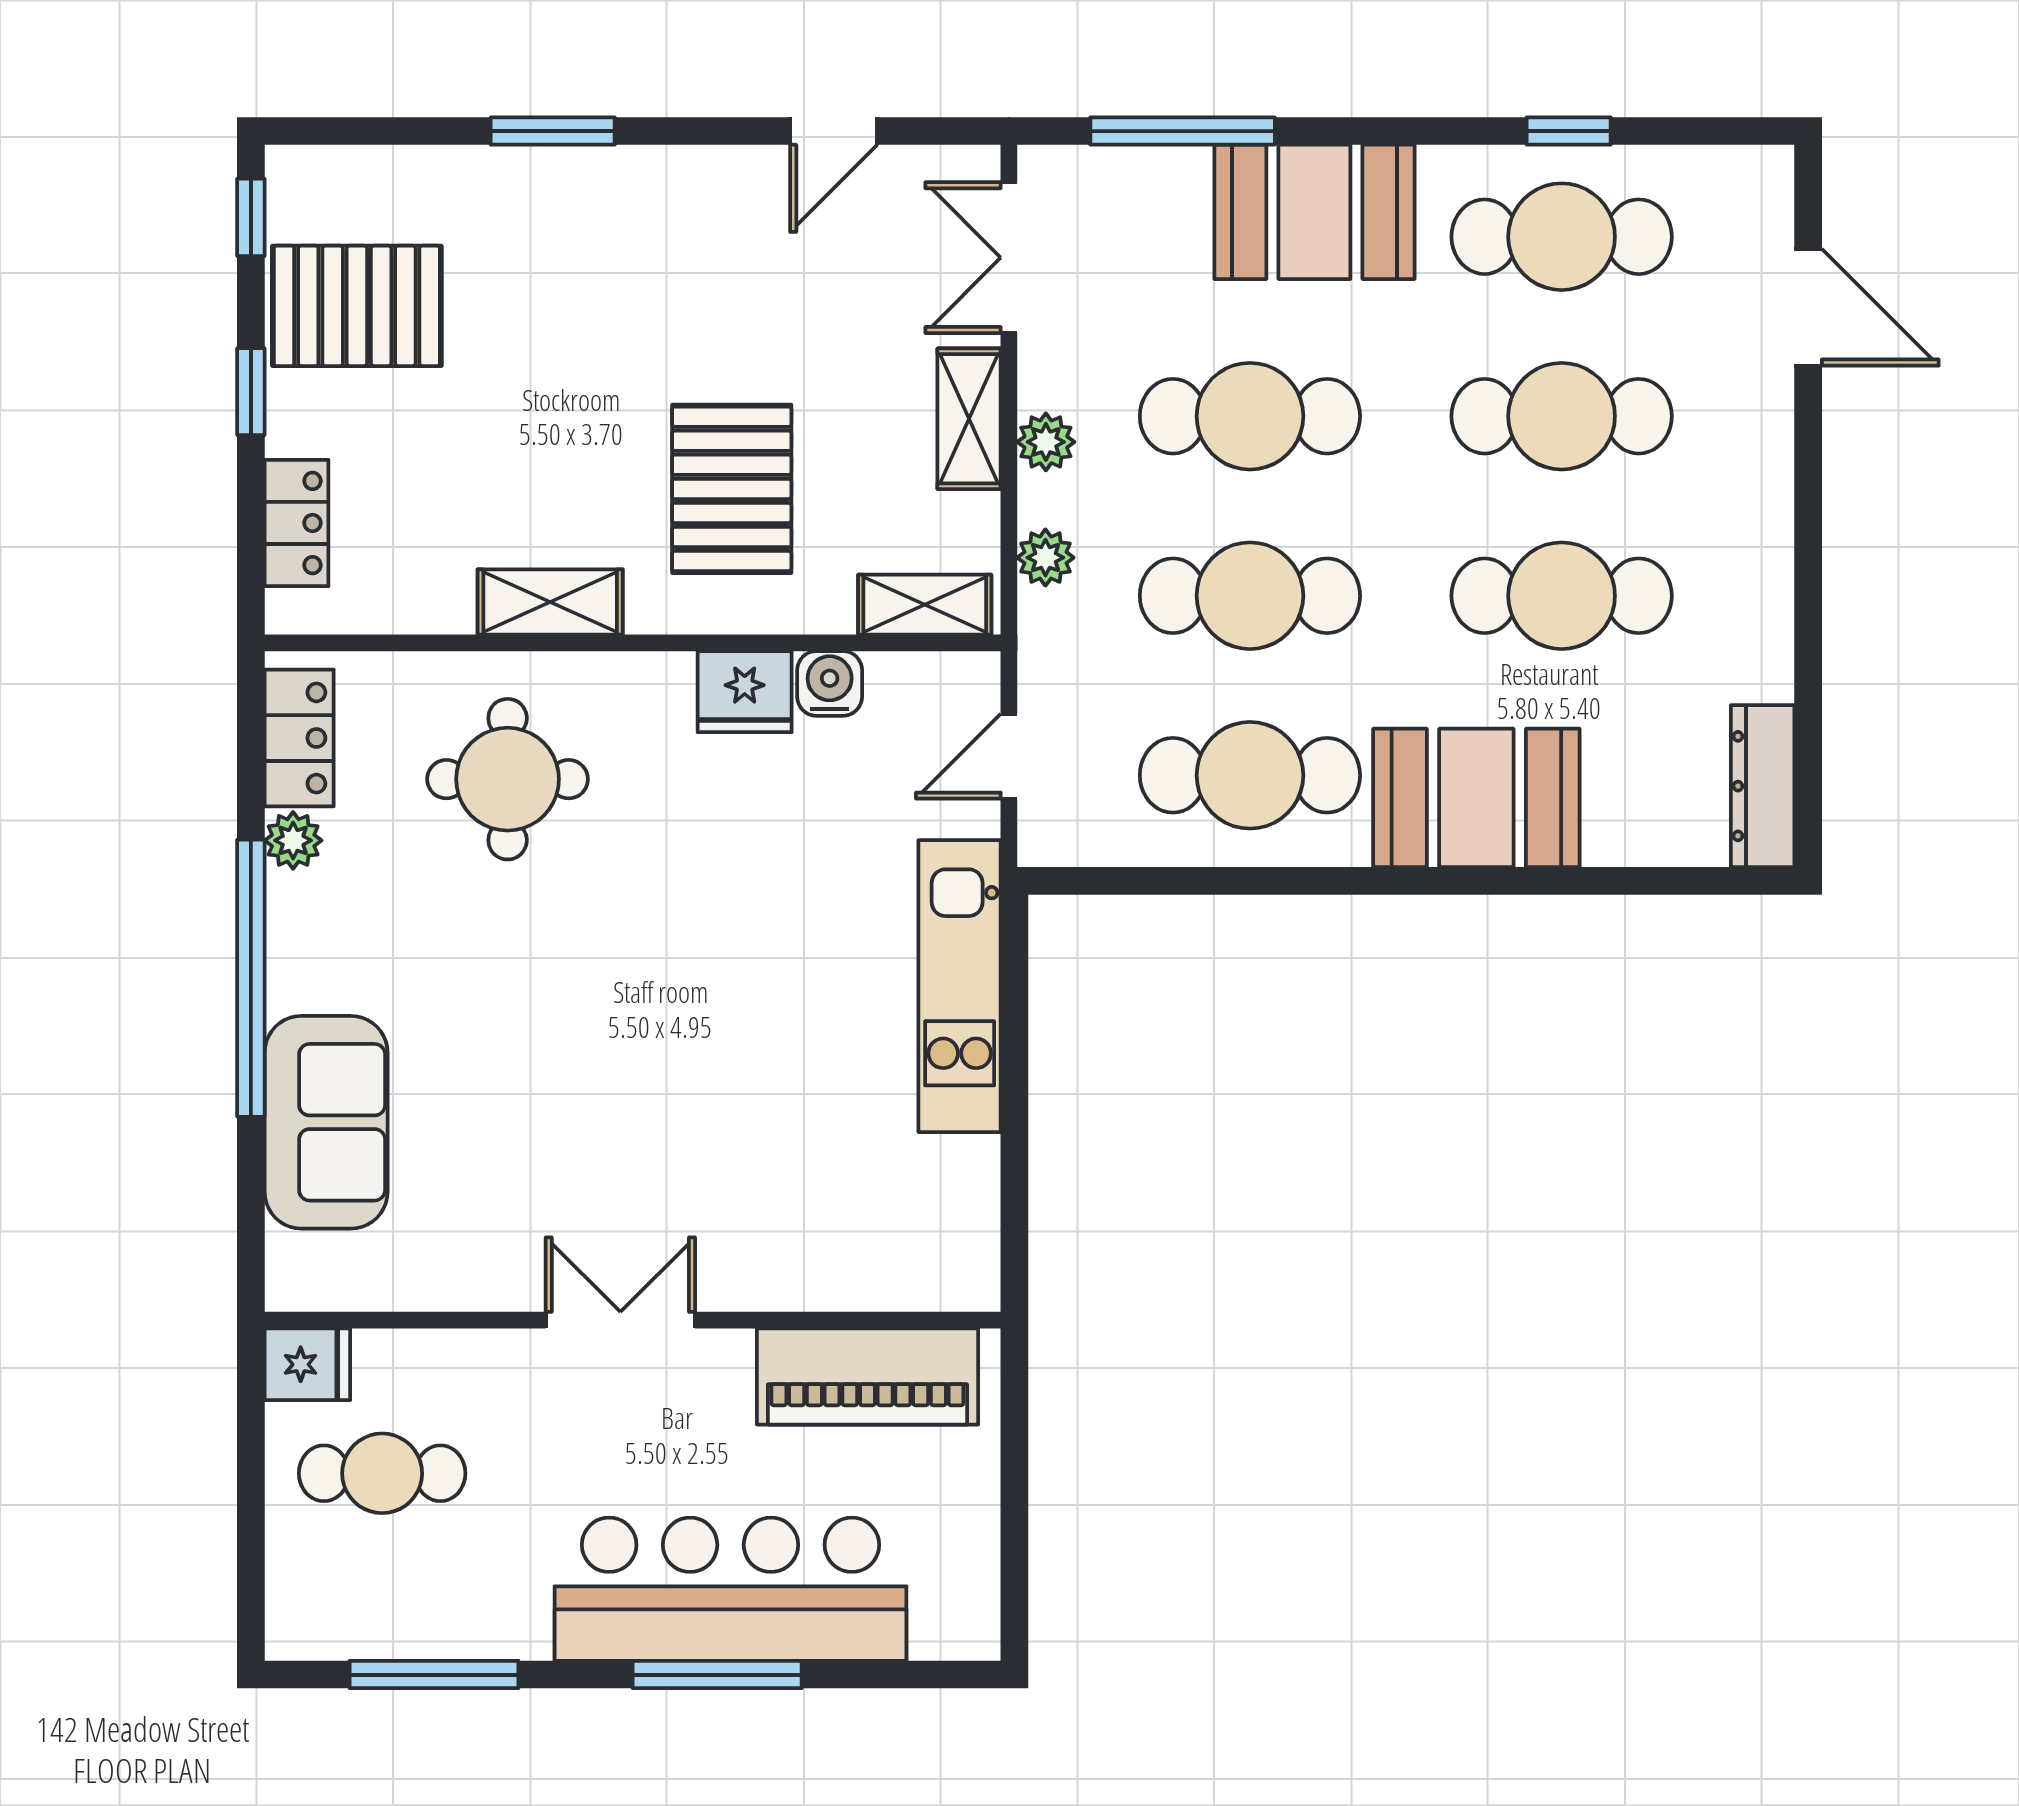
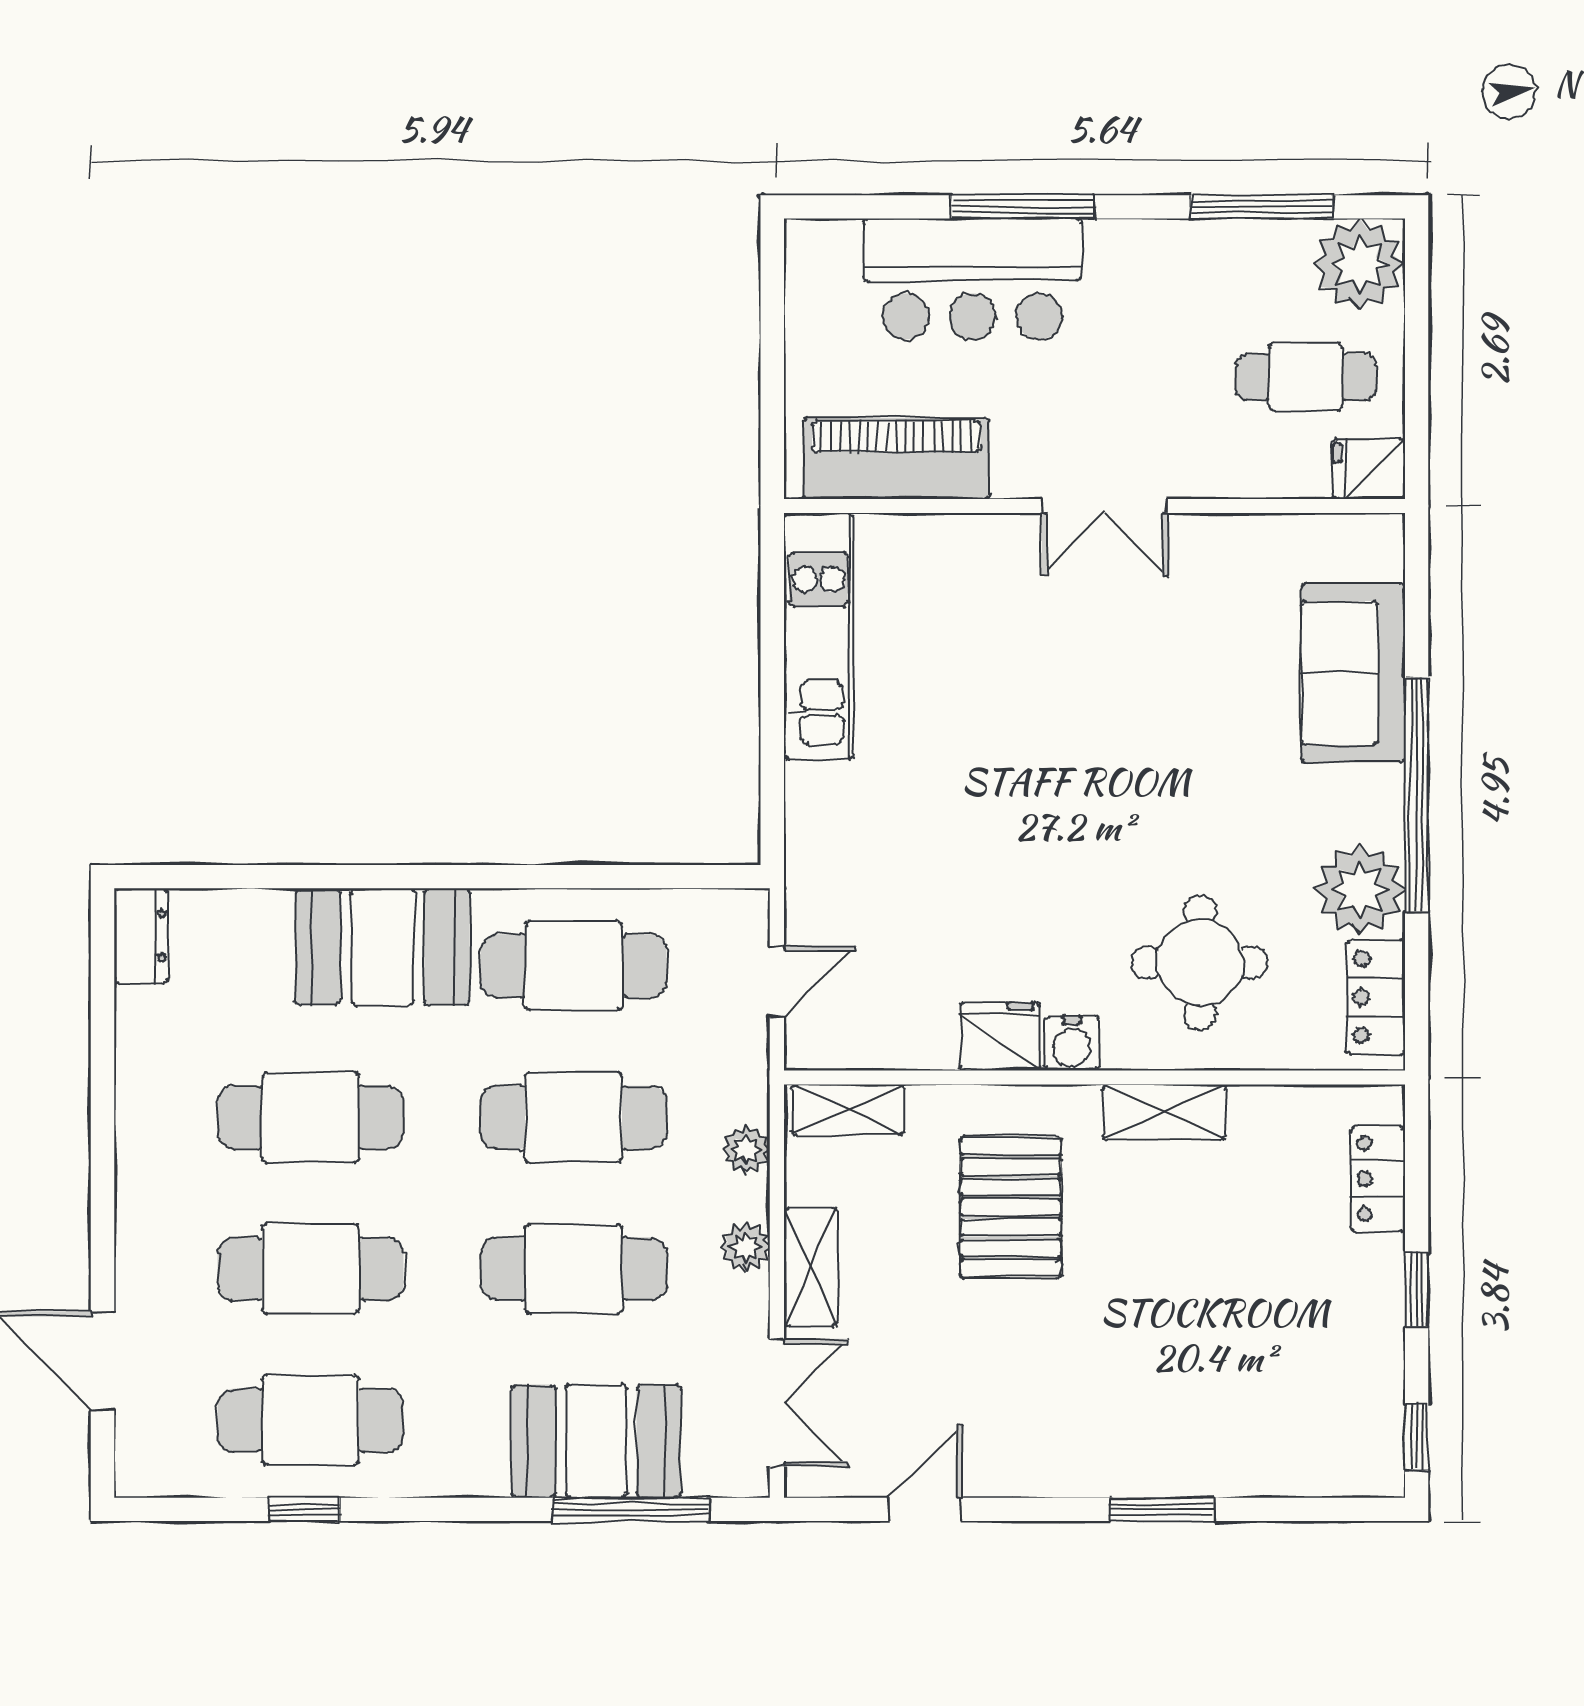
booth: (1314, 212) -> (596, 1441), moved
pallet: (357, 306) -> (1327, 1362), removed
water cooler: (830, 683) -> (1072, 1043), moved
dresser: (1763, 786) -> (141, 936), width x0.70
plant: (293, 840) -> (1360, 890), width x1.88, depth x1.88
kitchen unit: (960, 986) -> (819, 636), moved
bar counter: (730, 1589) -> (972, 279), width x0.73
plant: (319, 1607) -> (1359, 264), added

